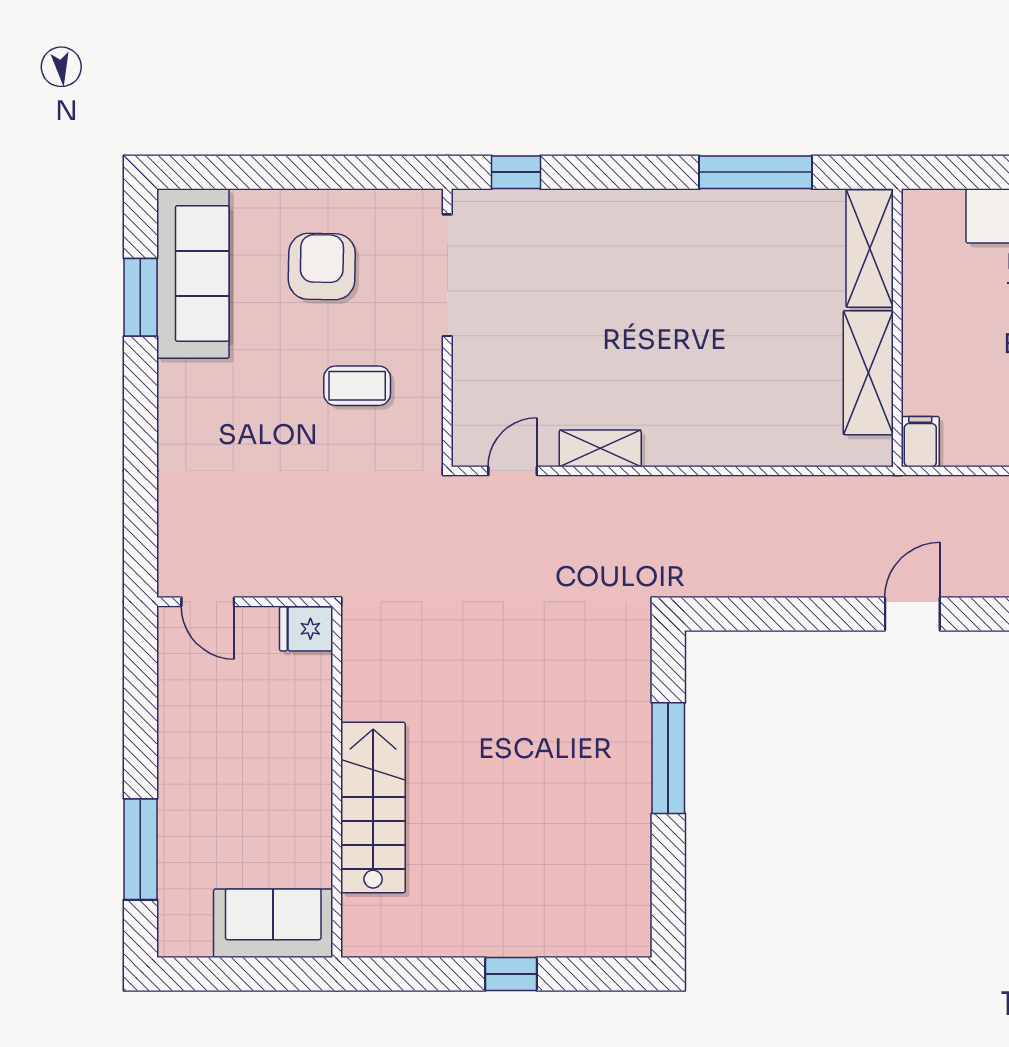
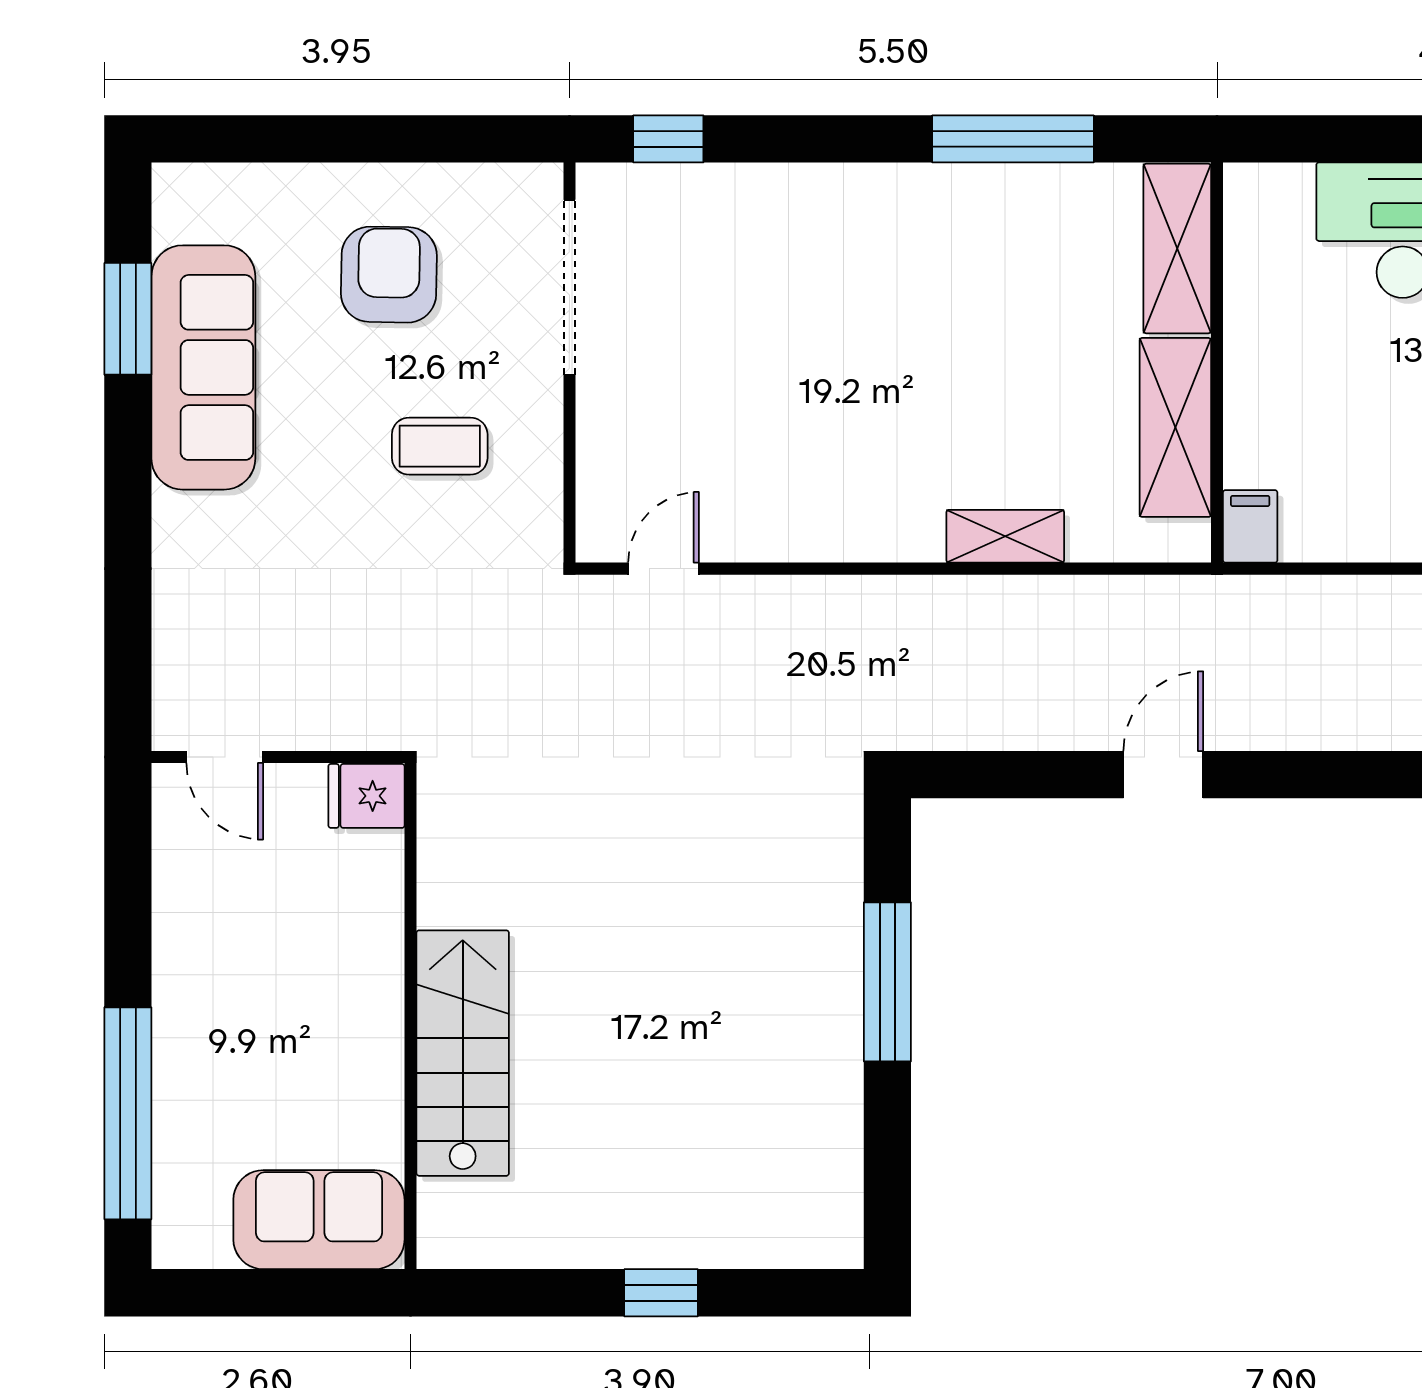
sofa: (193, 273) -> (203, 367), moved
shelving: (600, 448) -> (1005, 536), moved
door: (912, 614) -> (1163, 775), moved
window: (140, 849) -> (128, 1113), width x1.46

